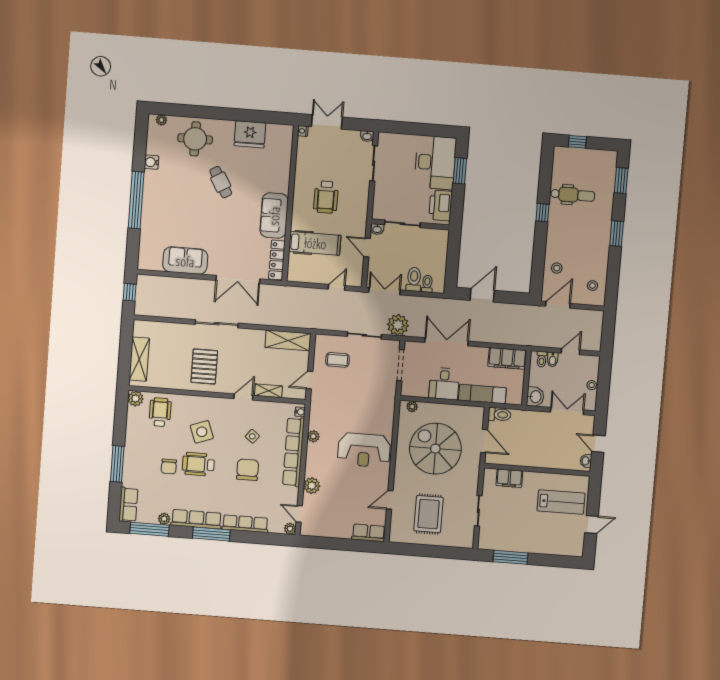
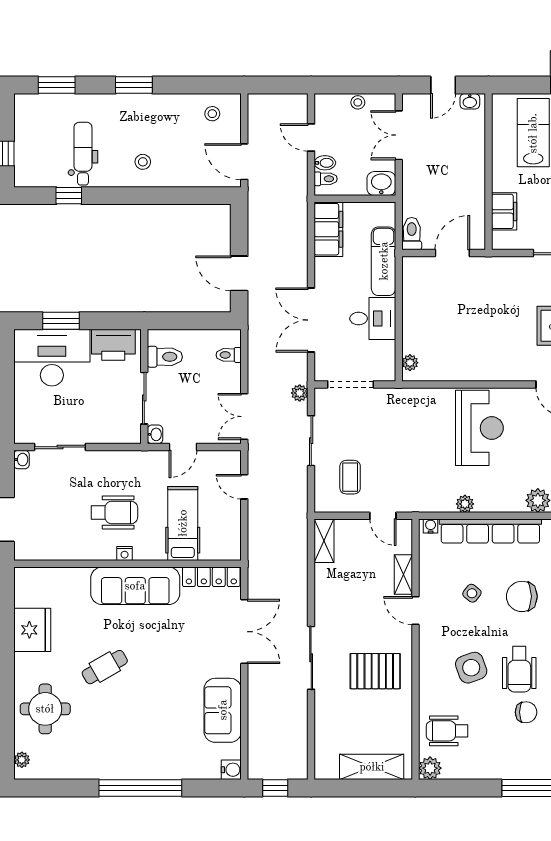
nightstand: (303, 131) -> (125, 553), moved
water cooler: (151, 162) -> (231, 770), moved, turned -90
window: (542, 213) -> (69, 196), moved
sofa: (274, 216) -> (135, 586), width x1.36
stool: (557, 268) -> (143, 162), moved
toilet: (414, 279) -> (165, 357), moved, turned 180
plant: (398, 325) -> (300, 393), width x0.53, depth x0.53
shelving: (288, 340) -> (324, 541), width x0.67, depth x0.75
spiral stairs: (435, 449) -> (469, 324), removed

